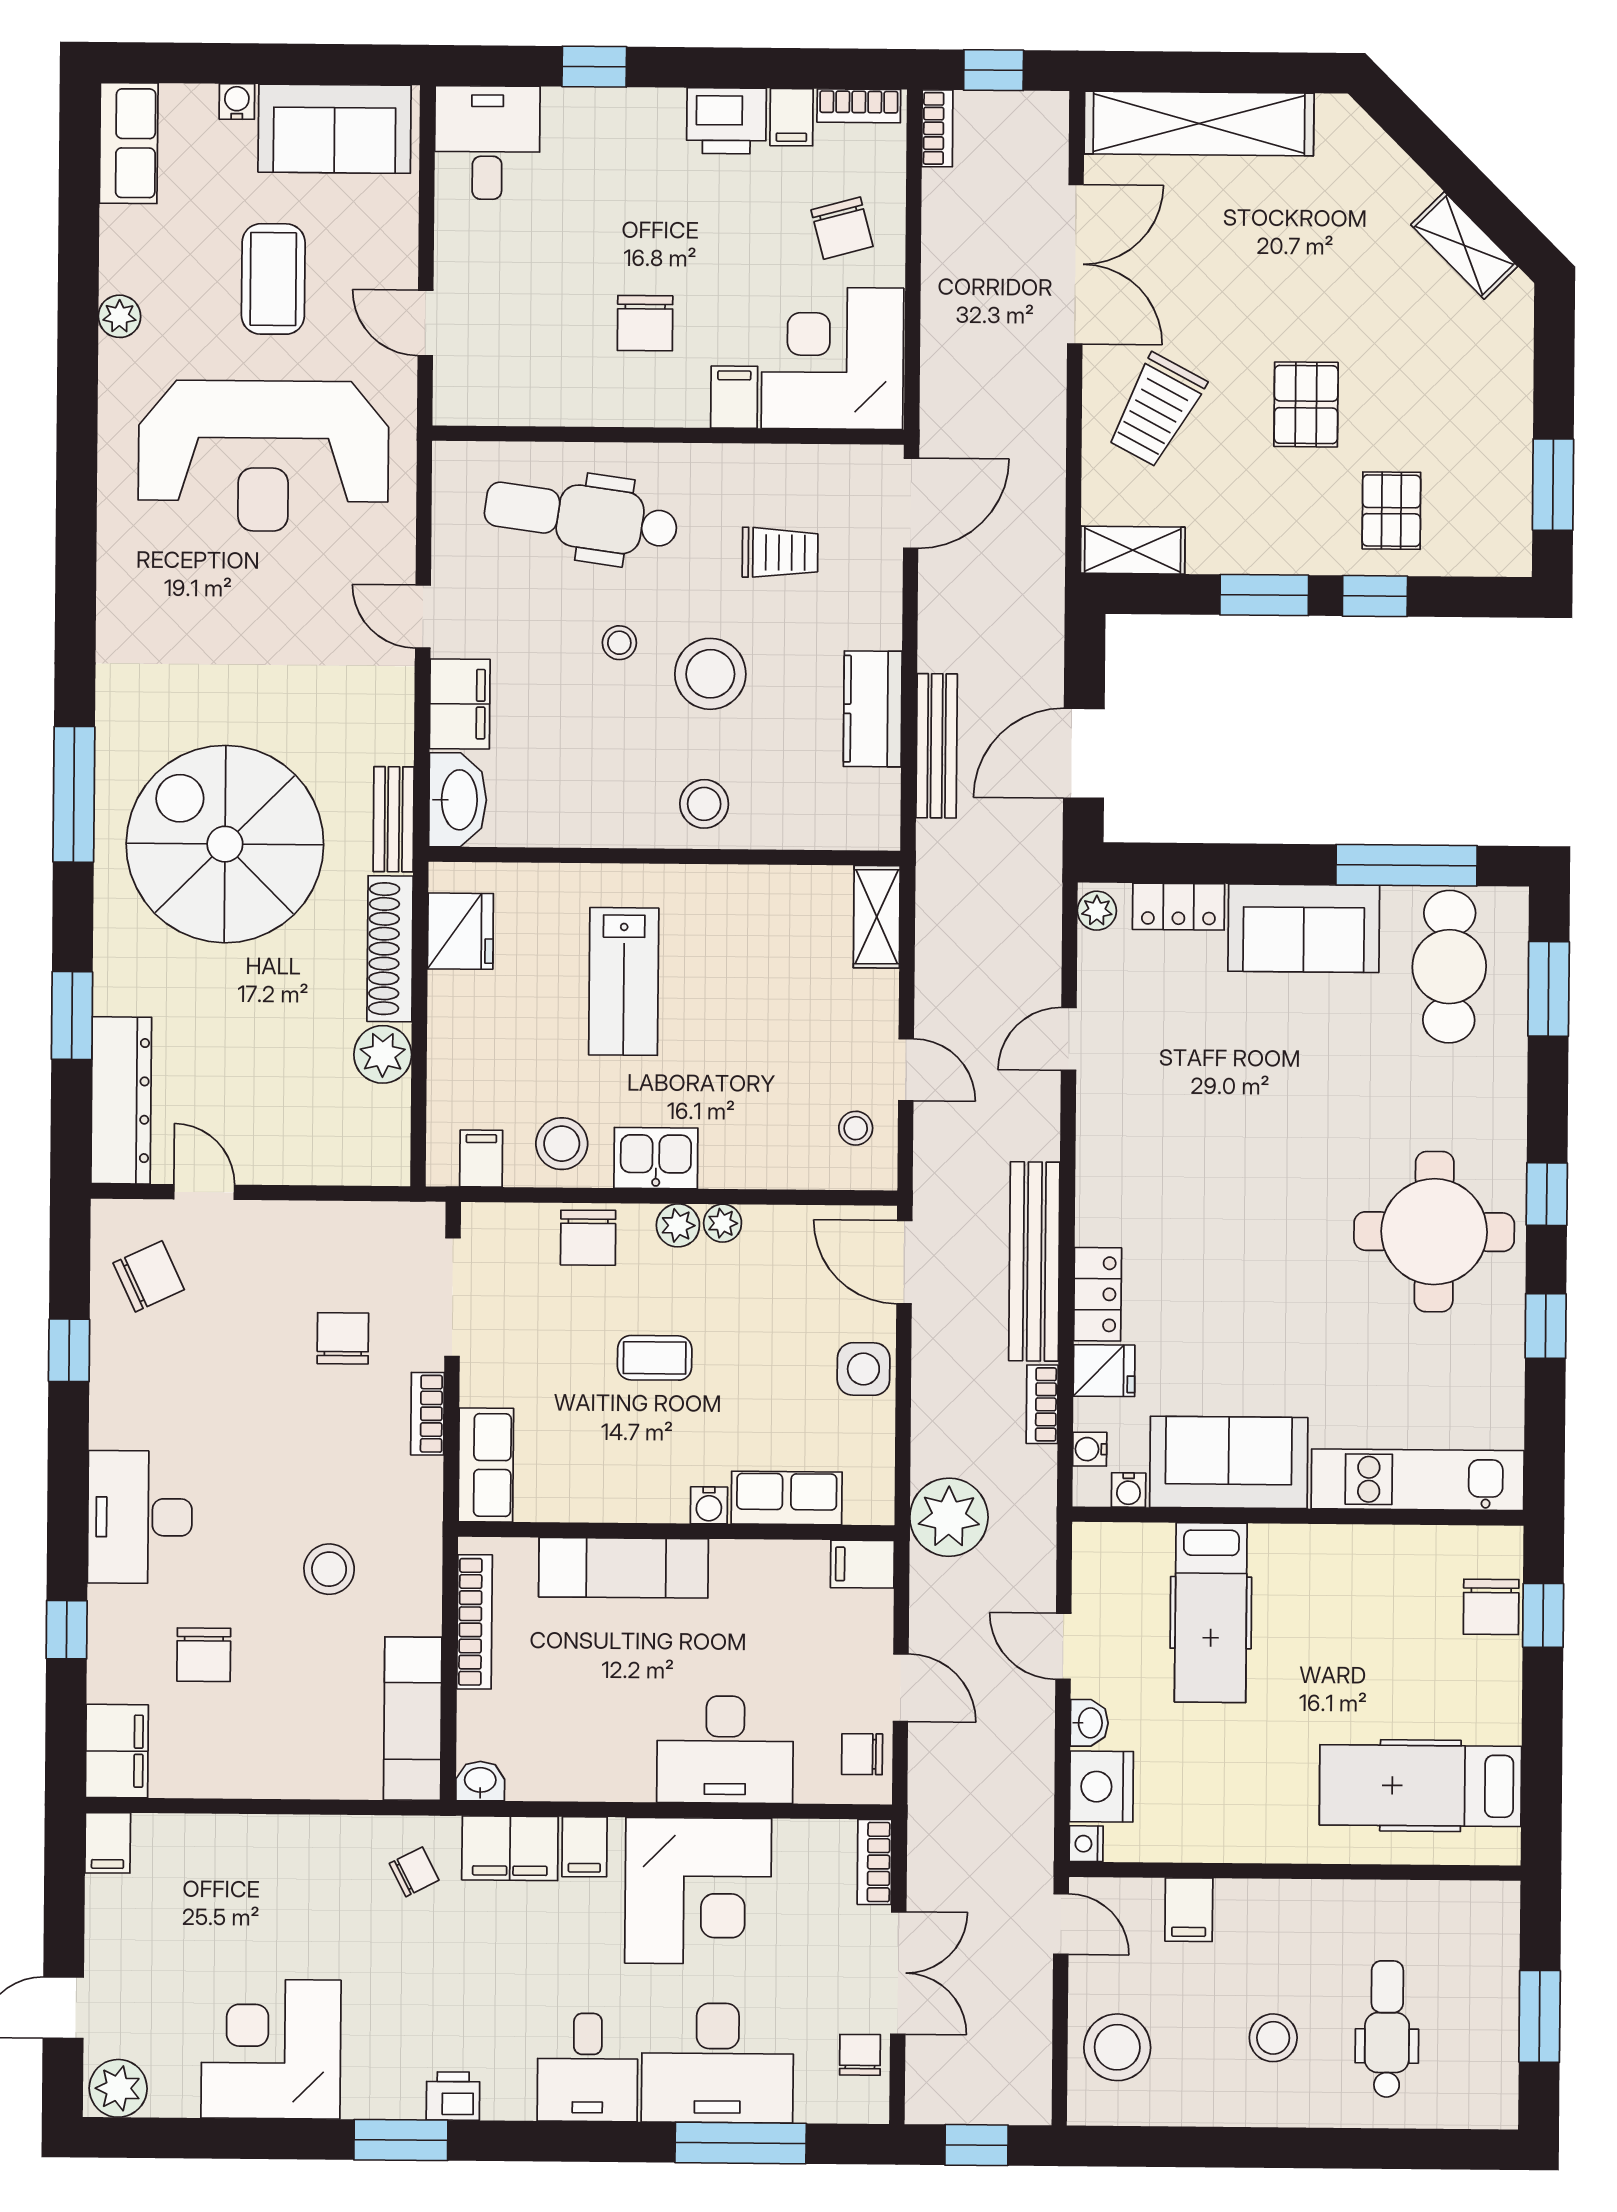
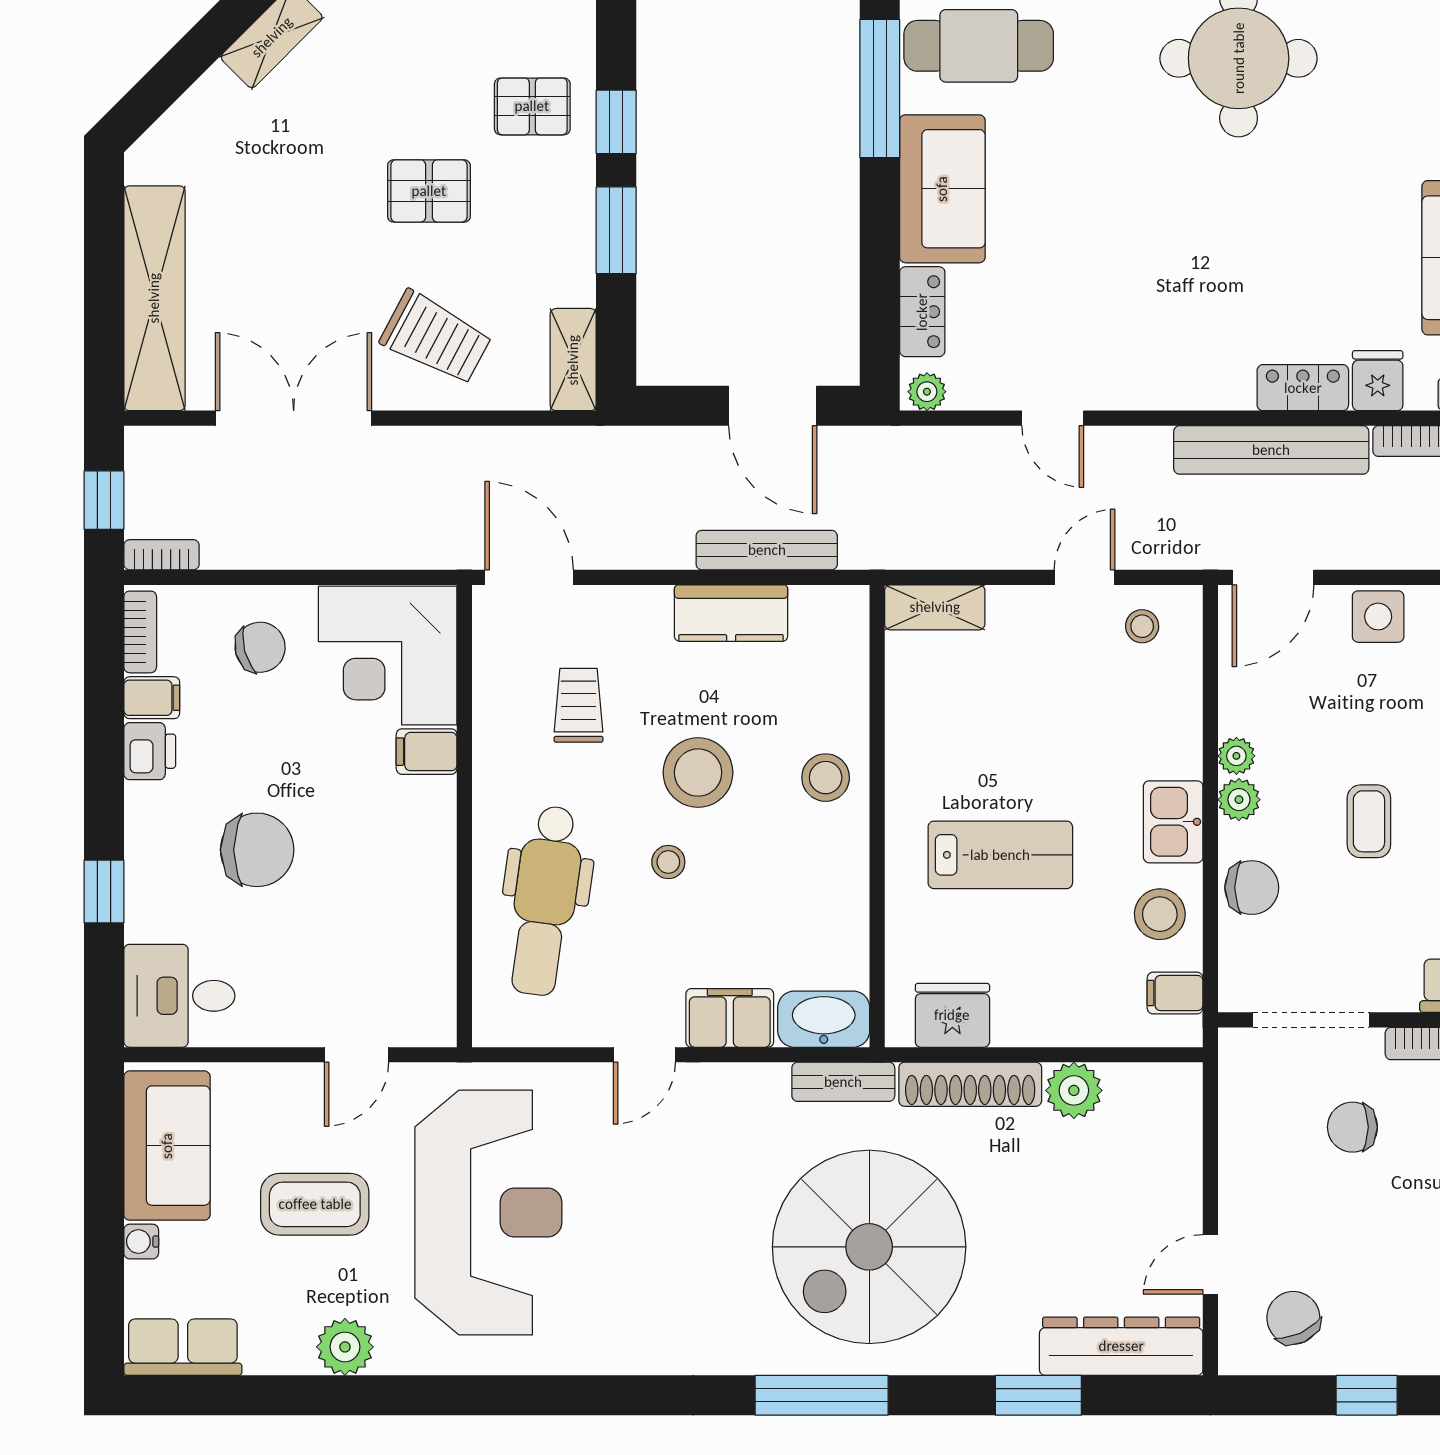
printer: (726, 121) -> (150, 751), width x0.73, depth x0.81
plant: (120, 316) -> (345, 1347), width x1.38, depth x1.38
chair: (645, 323) -> (257, 850), moved, width x1.37, depth x1.37

